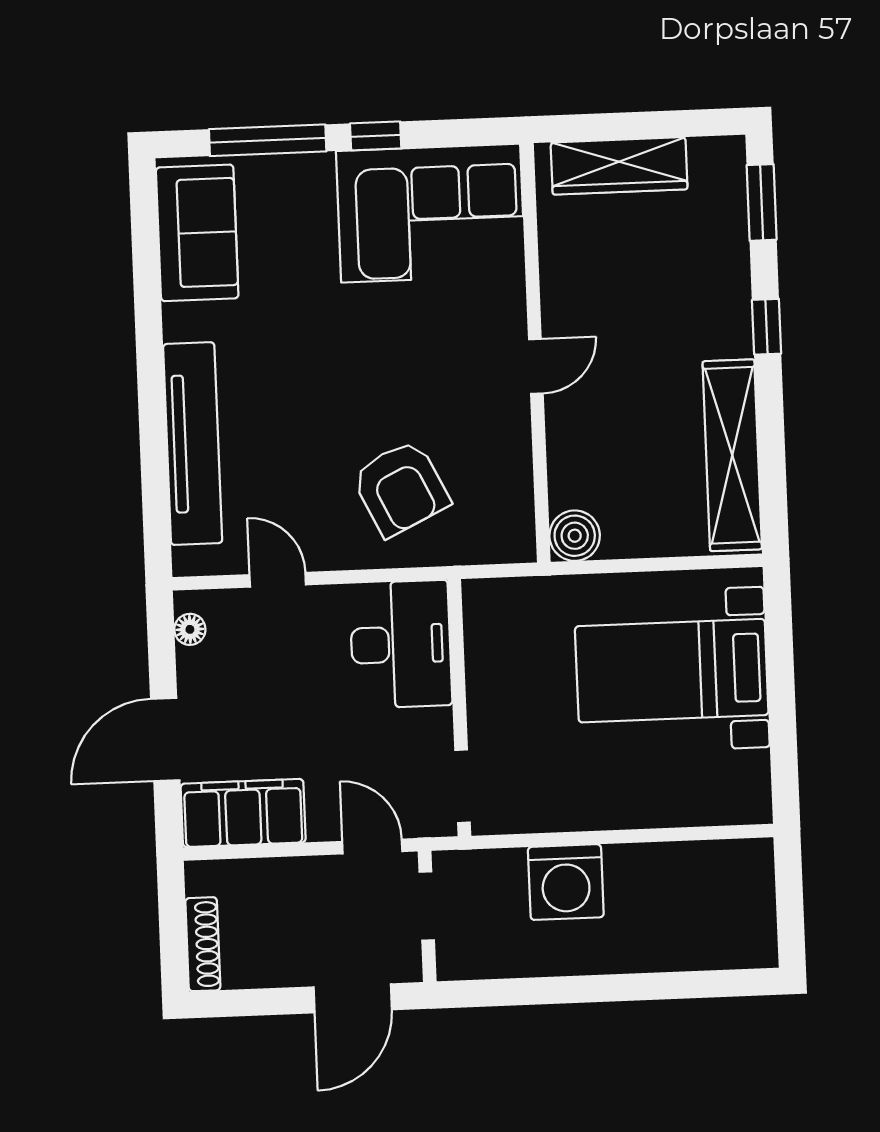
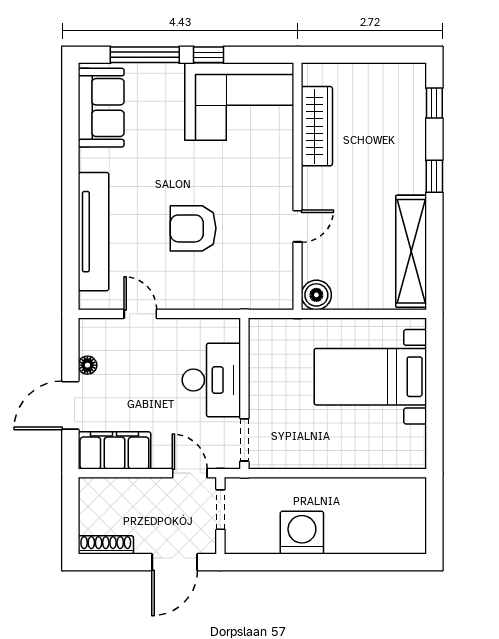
wardrobe: (619, 166) -> (317, 126), moved, turned -90
window: (762, 202) -> (434, 103), width x0.67
door: (536, 366) -> (297, 226), moved
armchair: (401, 488) -> (193, 228), moved, turned 116
floor lamp: (190, 629) -> (87, 365), moved
desk: (401, 644) -> (211, 380), moved
washing machine: (566, 882) -> (302, 533), moved, turned 180
shoe rack: (203, 944) -> (106, 545), moved, turned -90

